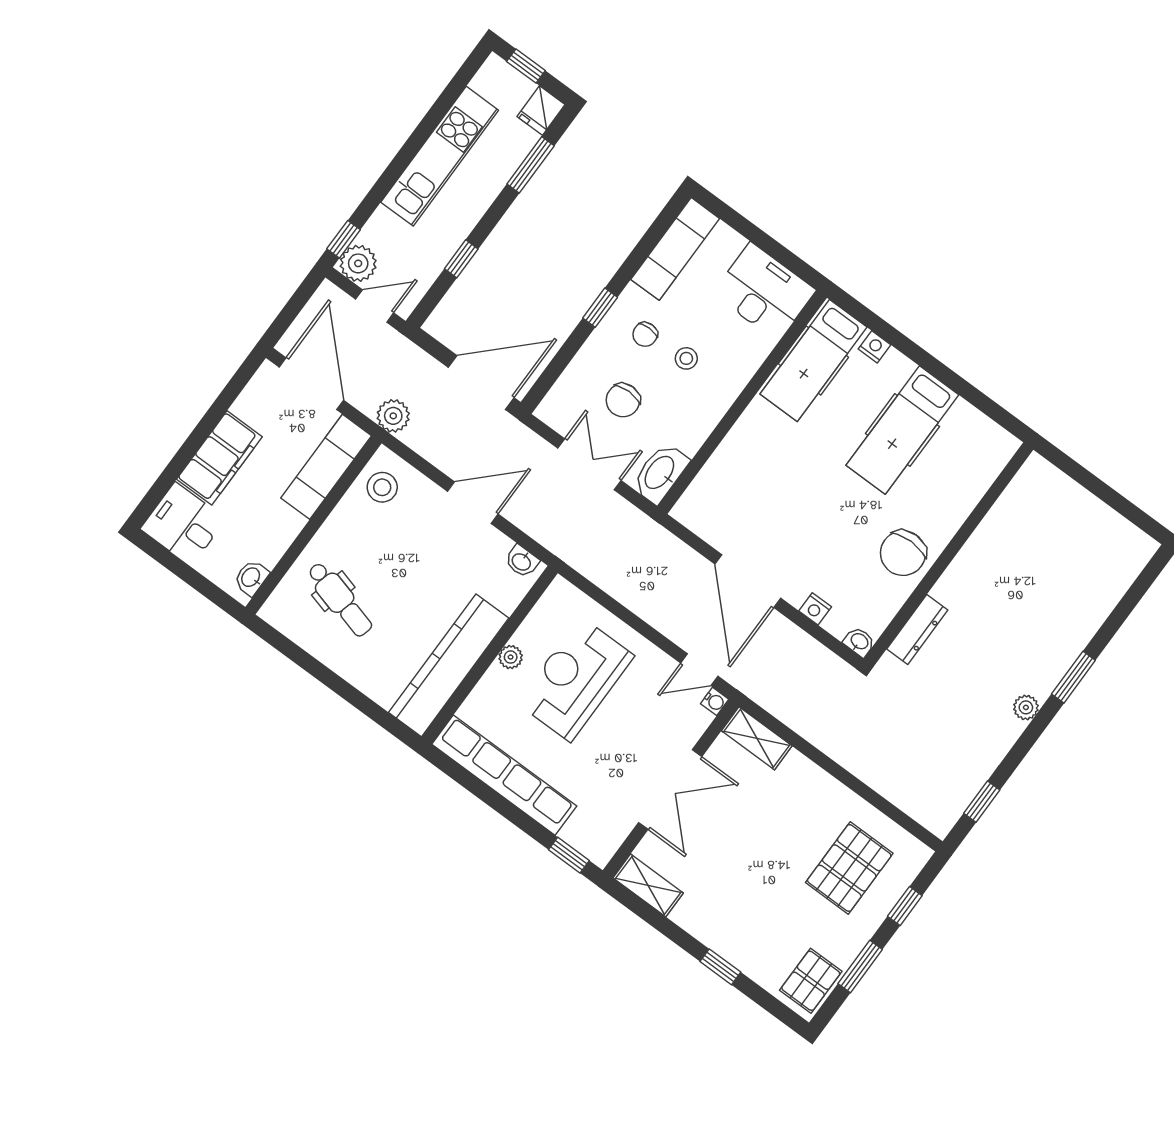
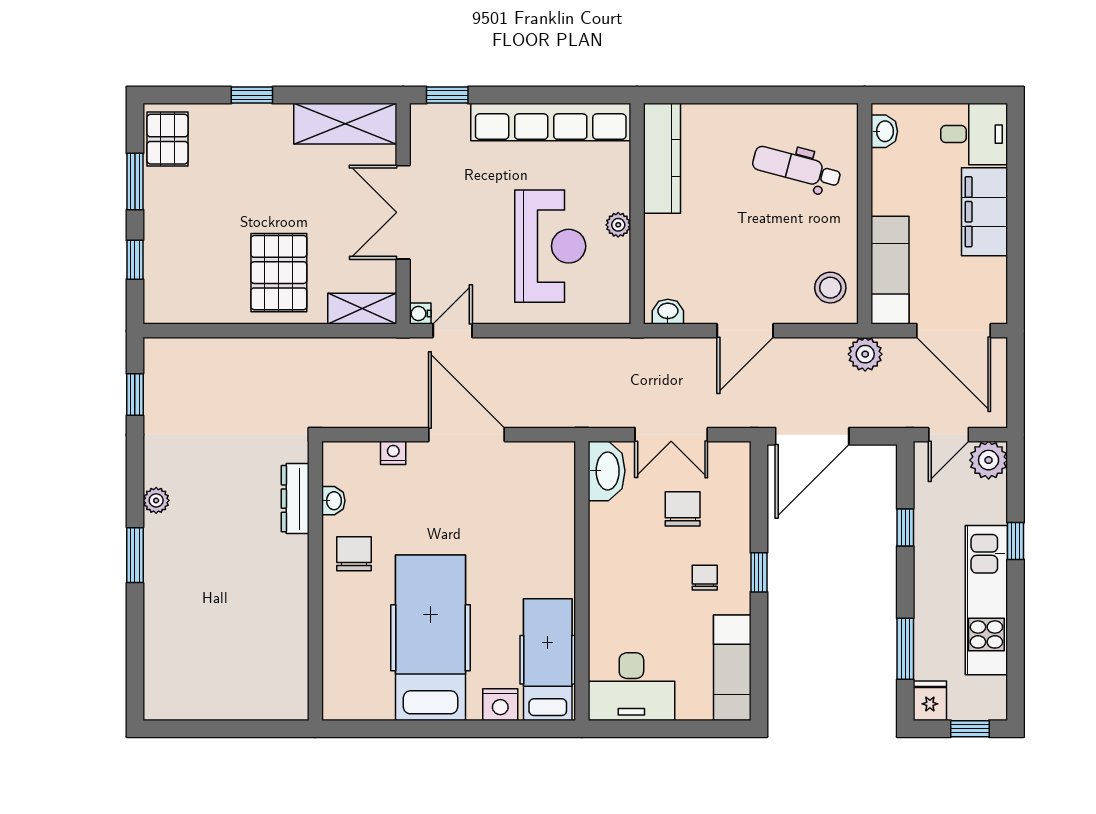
window: (344, 239) -> (1016, 541), moved
nightstand: (875, 347) -> (500, 705), width x1.39, depth x1.35
stool: (686, 358) -> (655, 583), removed
hospital bed: (902, 430) -> (431, 638), width x1.37, depth x1.29
chair: (903, 553) -> (354, 554), width x0.73, depth x0.73
washbasin: (859, 642) -> (333, 501), moved, turned -90
kitchen counter: (449, 665) -> (662, 158), width x0.72, depth x0.86
pallet: (849, 868) -> (279, 273), moved
shelving: (648, 885) -> (345, 124), width x1.50, depth x1.33

